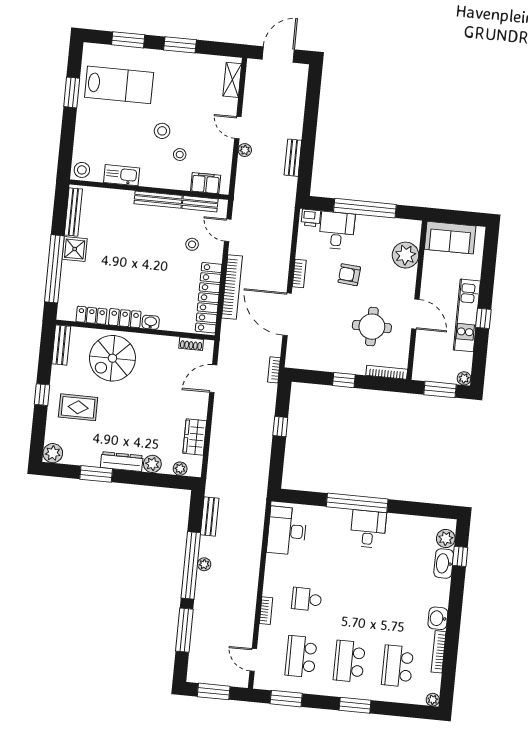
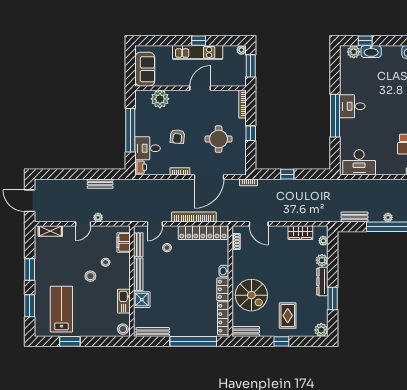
shower: (75, 249) -> (142, 300), moved
locker: (91, 315) -> (223, 318), width x1.53
round table: (372, 327) -> (219, 139), moved

